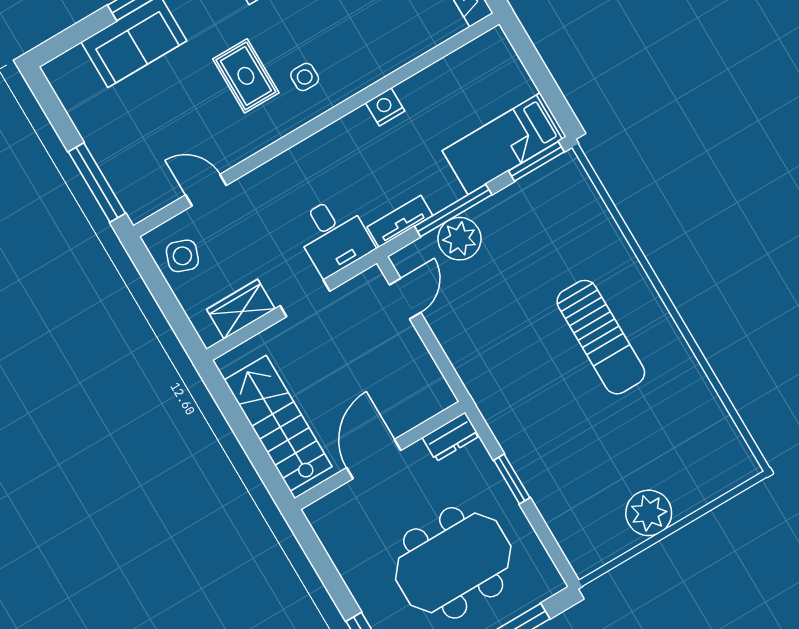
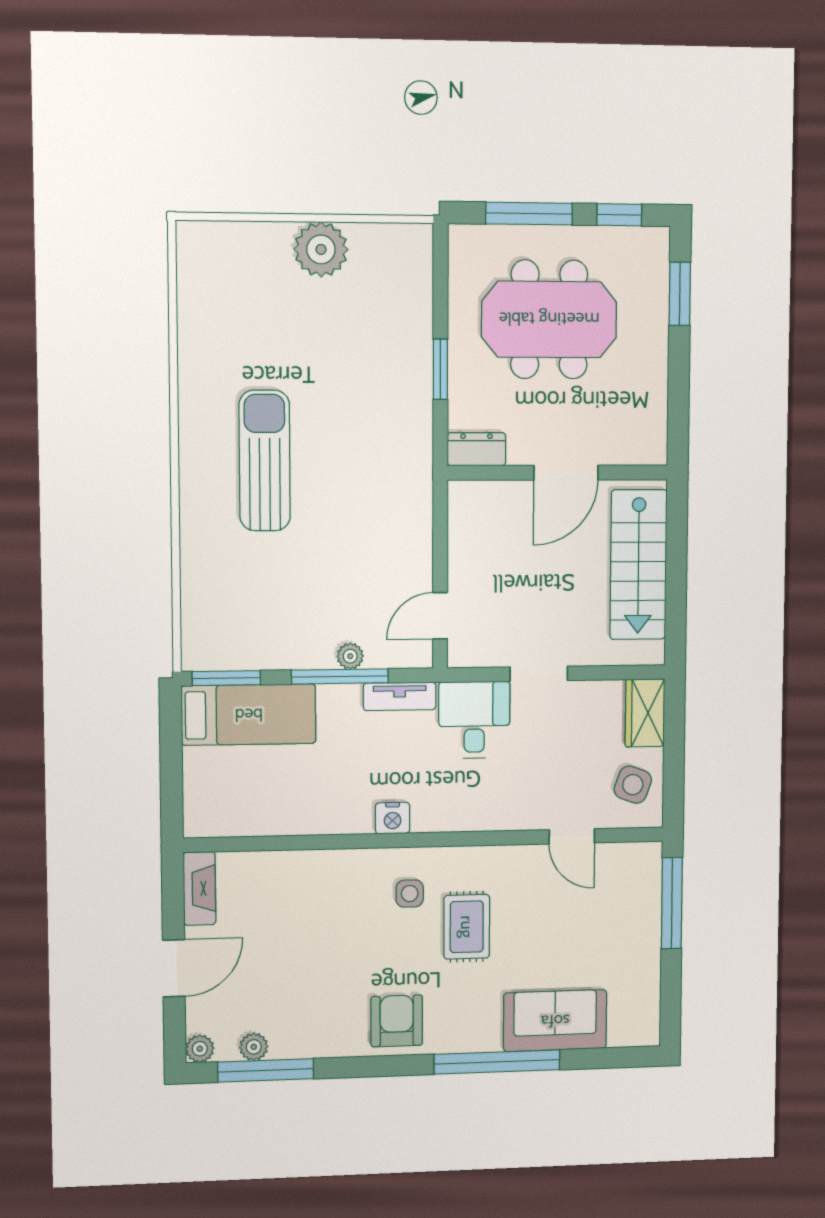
nightstand: (385, 107) -> (393, 818), moved
plant: (459, 239) -> (350, 656), width x0.53, depth x0.53
wardrobe: (241, 309) -> (645, 713), moved, turned 90

